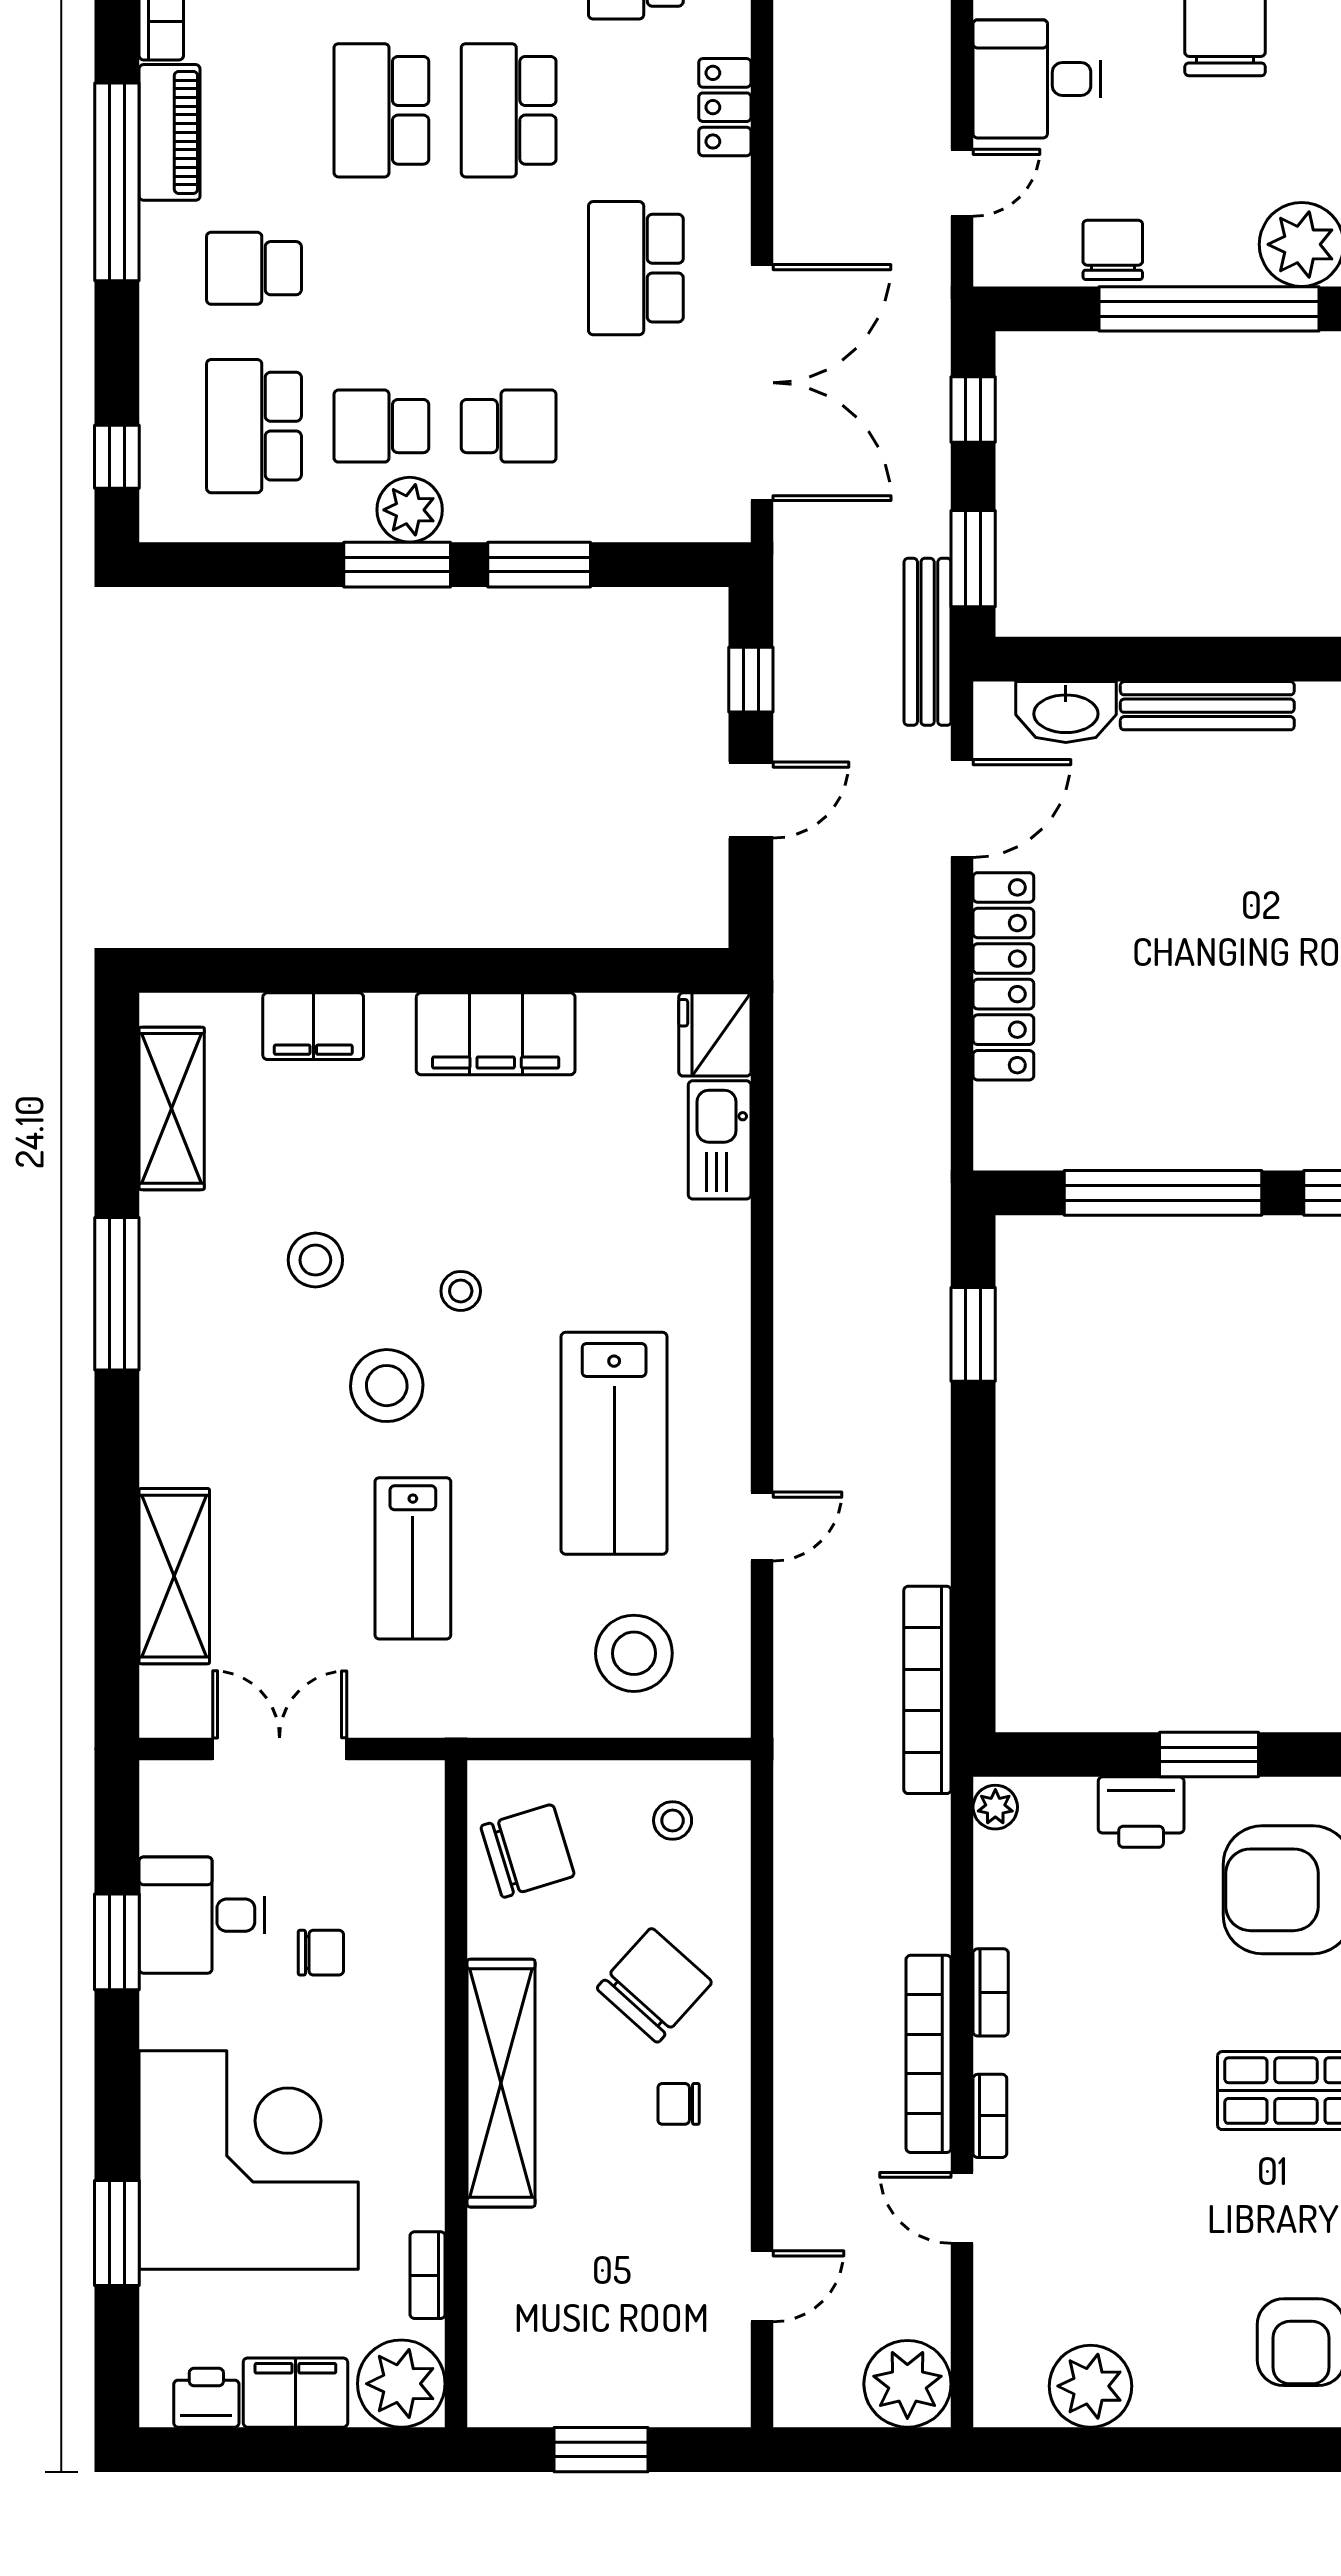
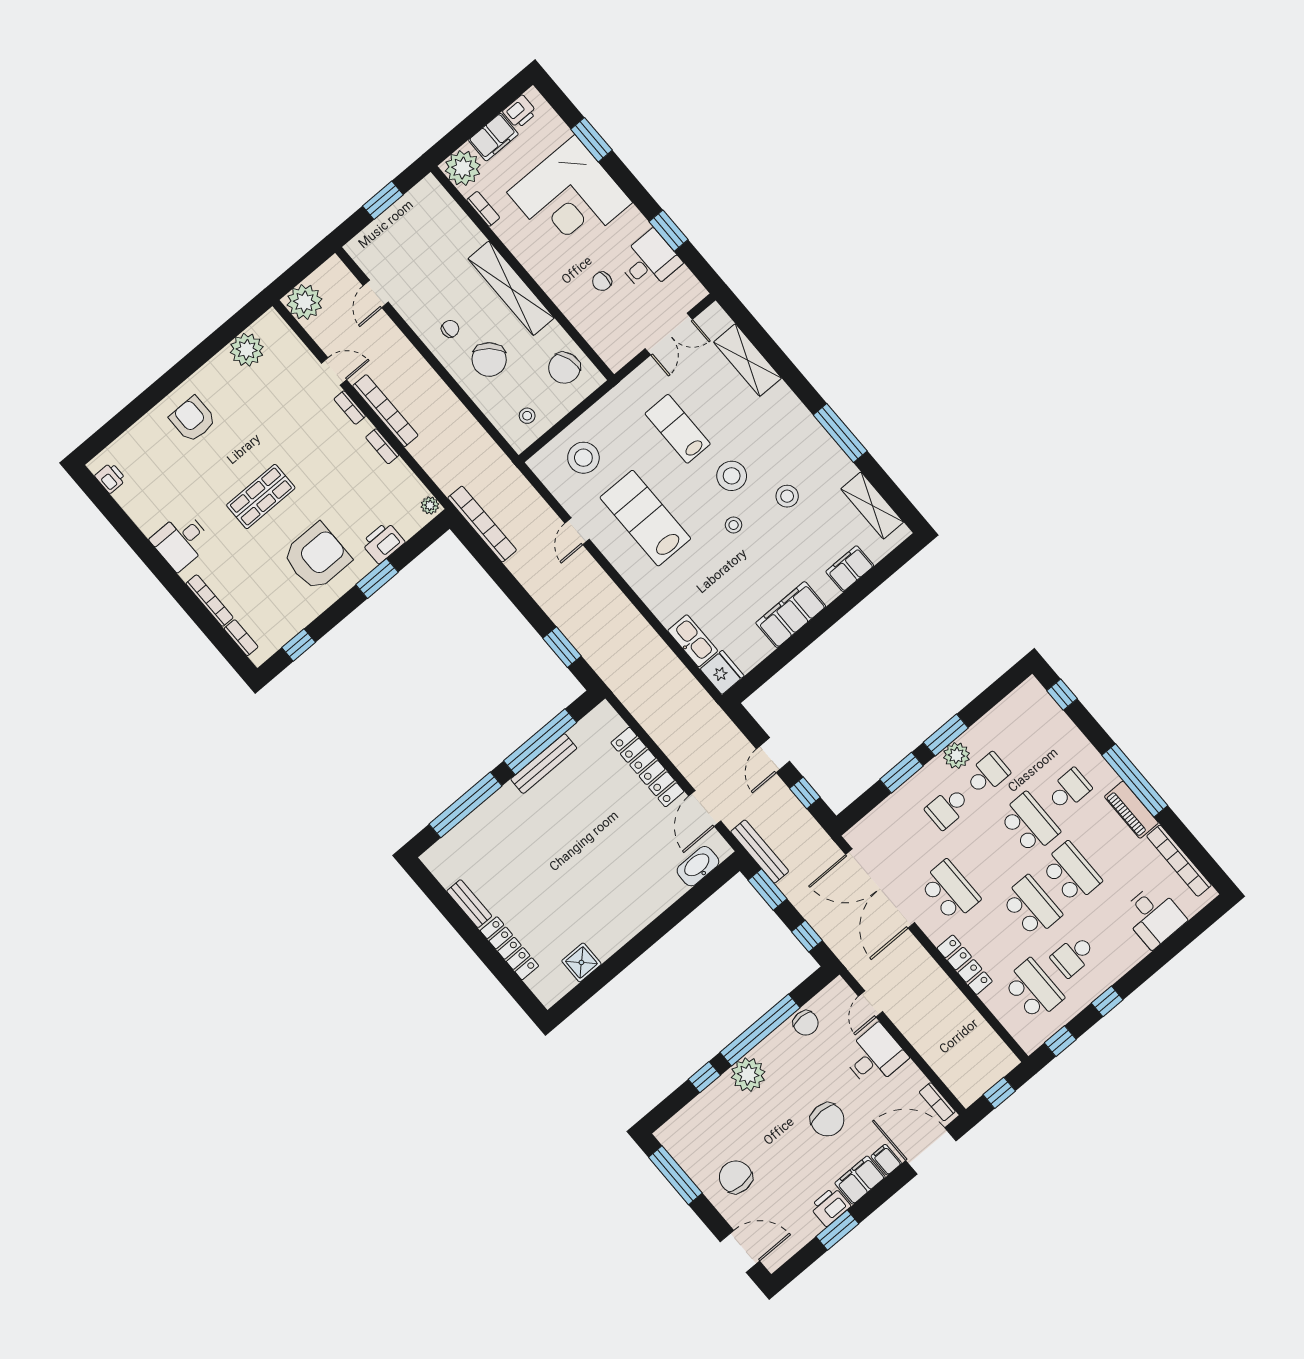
locker: (725, 107) -> (965, 965), width x1.53
school desk: (254, 426) -> (1029, 823), moved
bench: (1207, 706) -> (544, 764), moved

